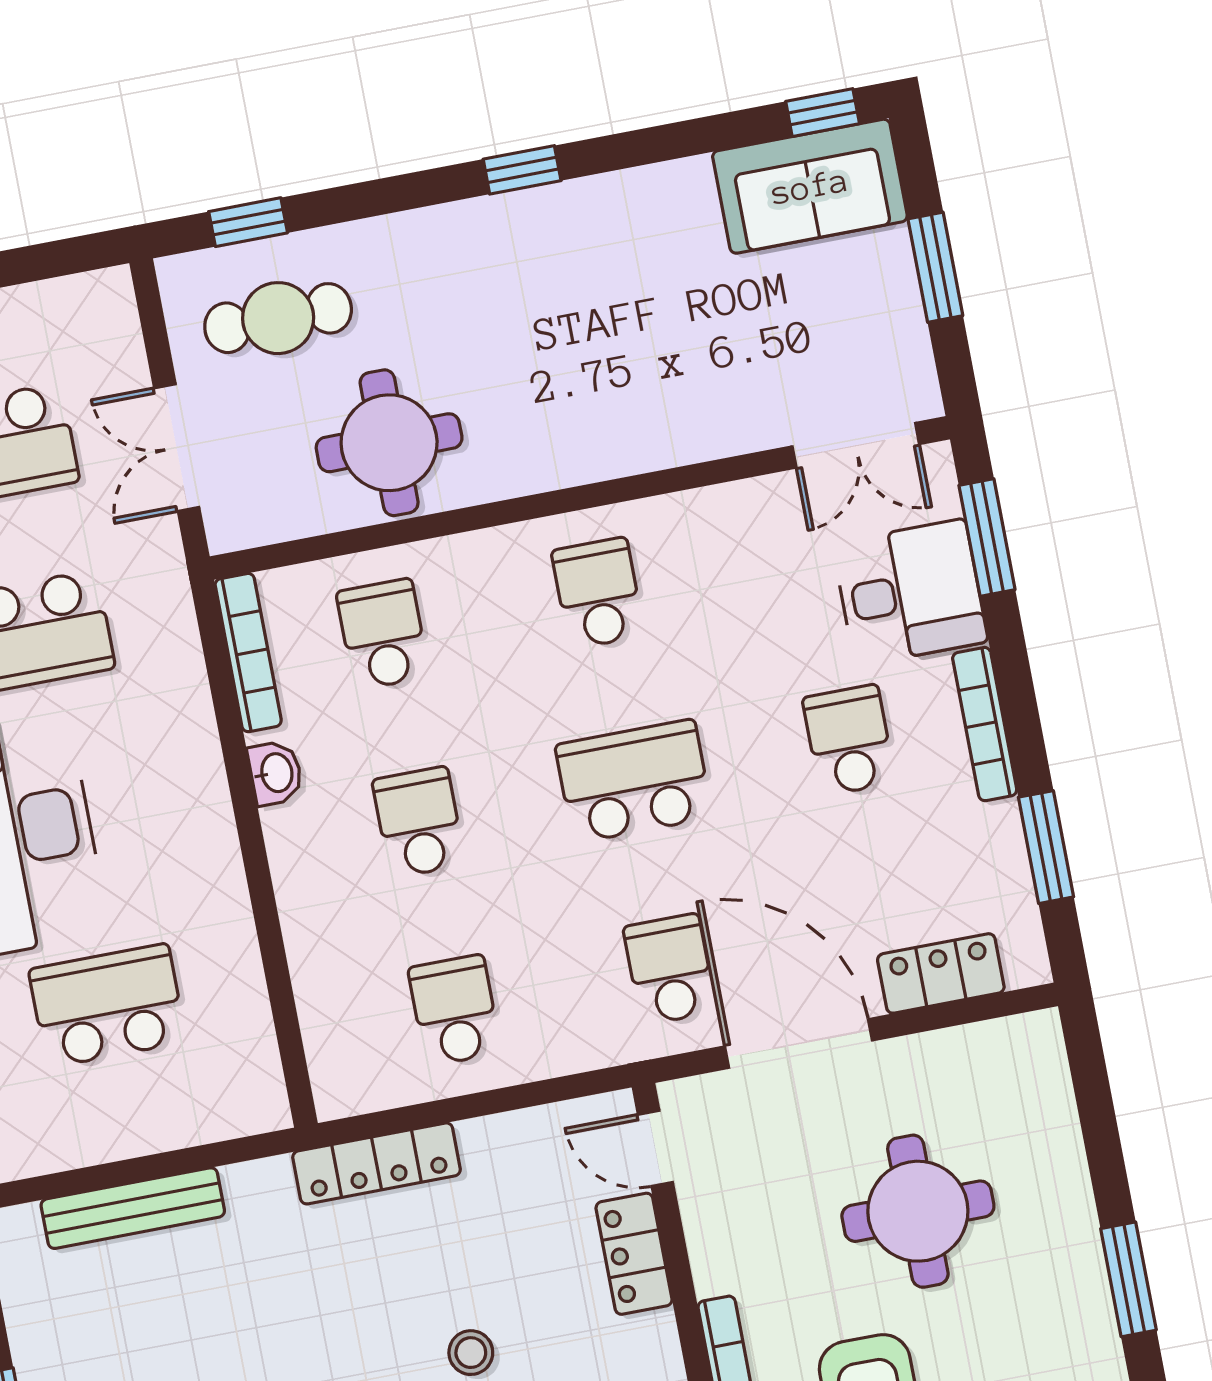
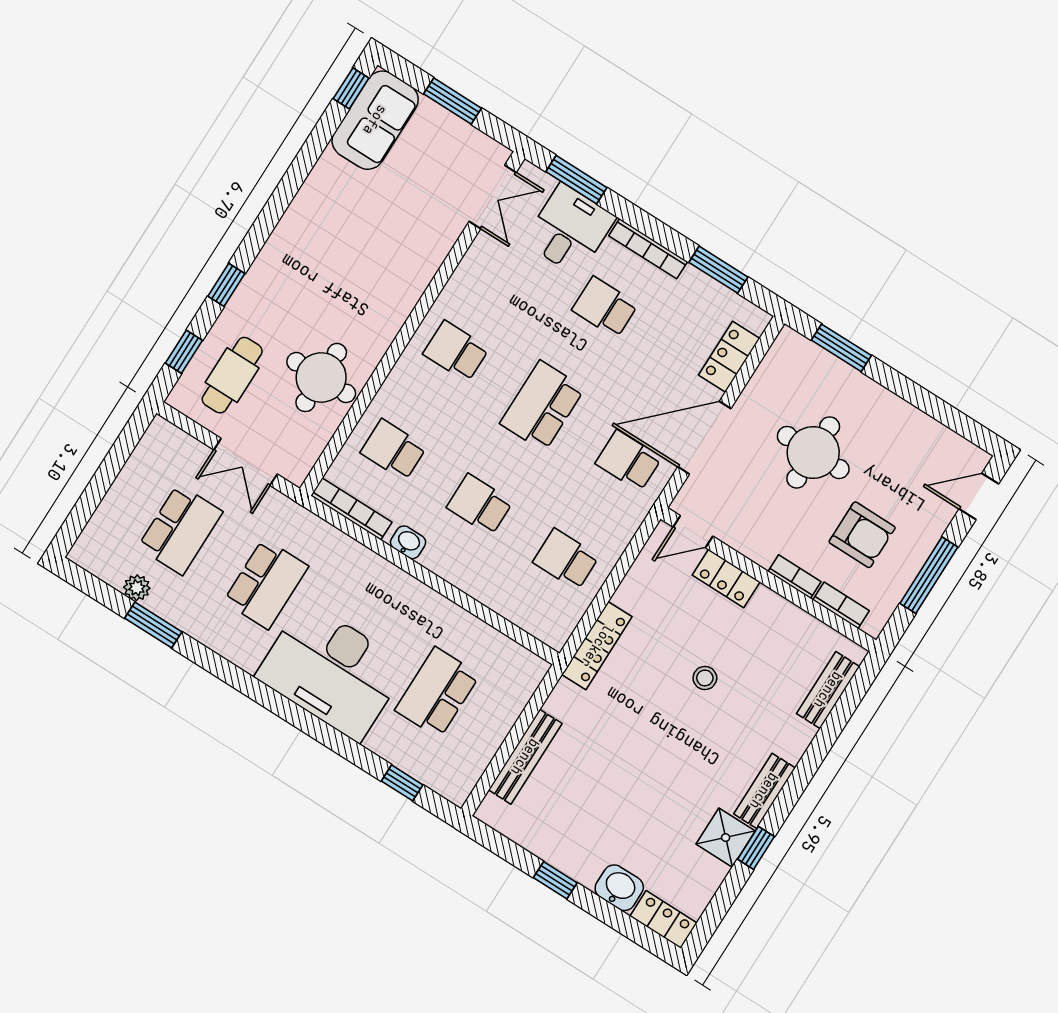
window: (522, 170) -> (226, 285), moved
window: (1128, 1279) -> (841, 348), moved

